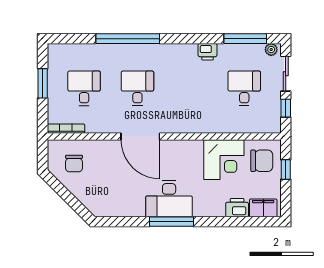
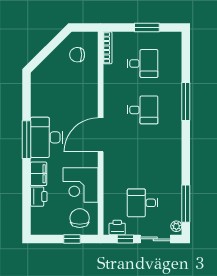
window: (128, 39) -> (186, 102), width x0.68
printer: (207, 52) -> (117, 227), moved, turned 90
desk: (244, 88) -> (143, 203), turned 180
door: (140, 136) -> (101, 135), moved
chair: (262, 161) -> (80, 218), turned 180
filing cabinet: (263, 208) -> (39, 174), moved

